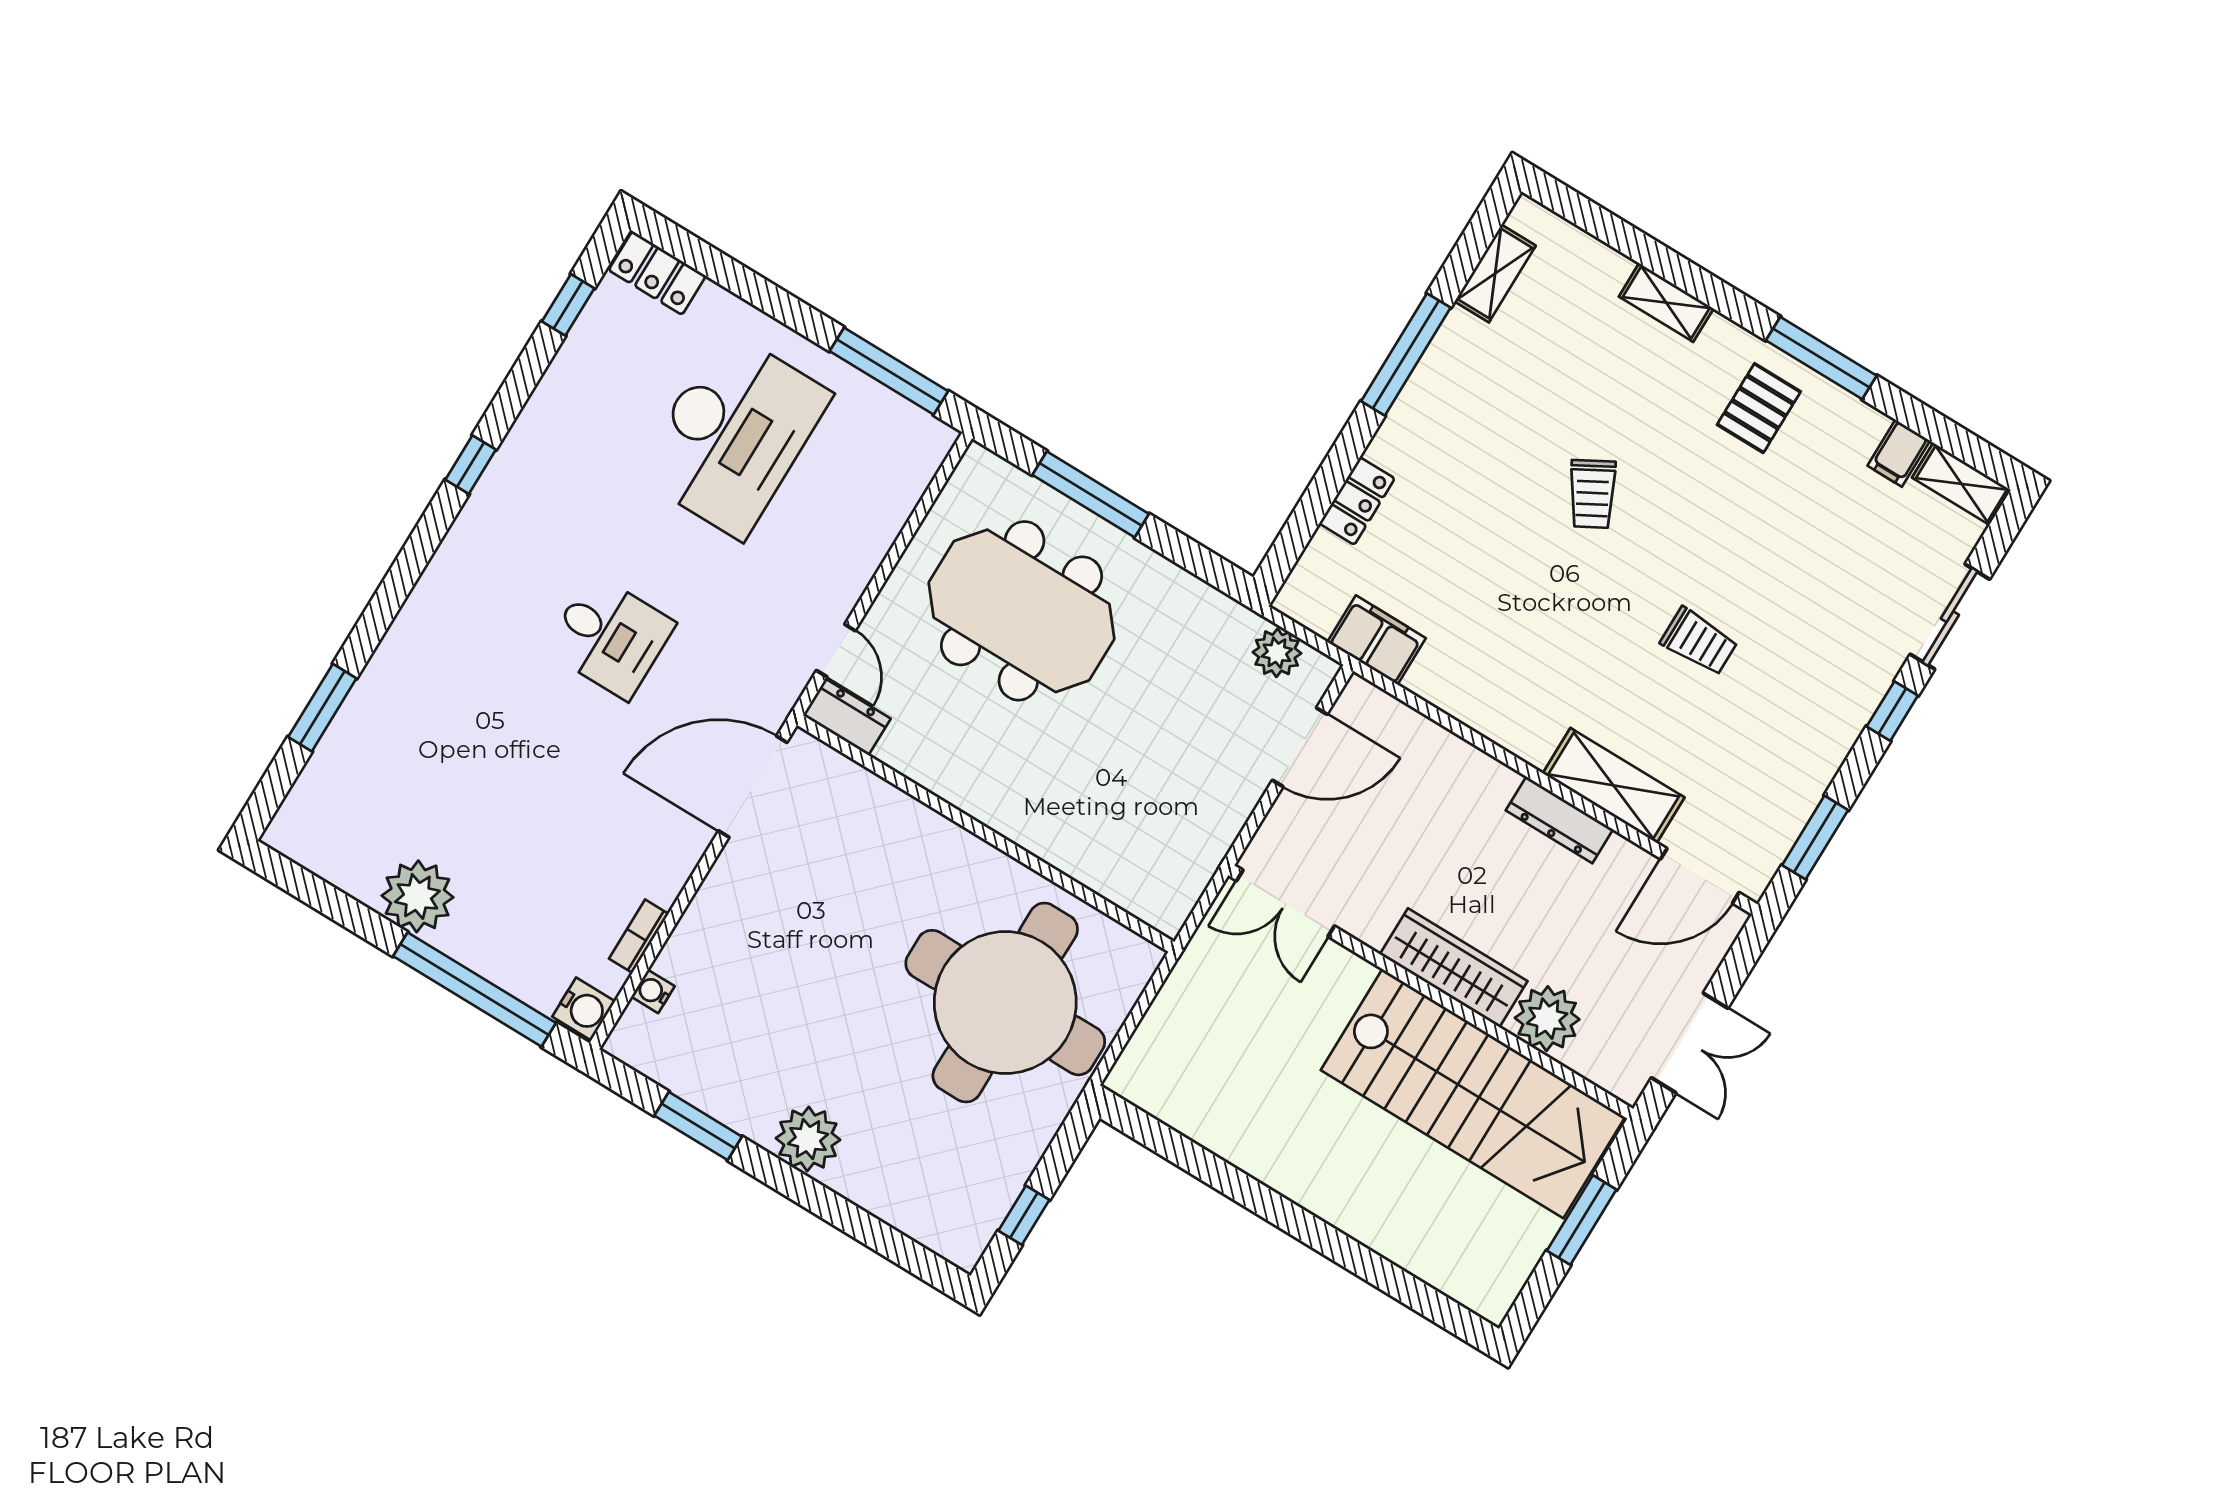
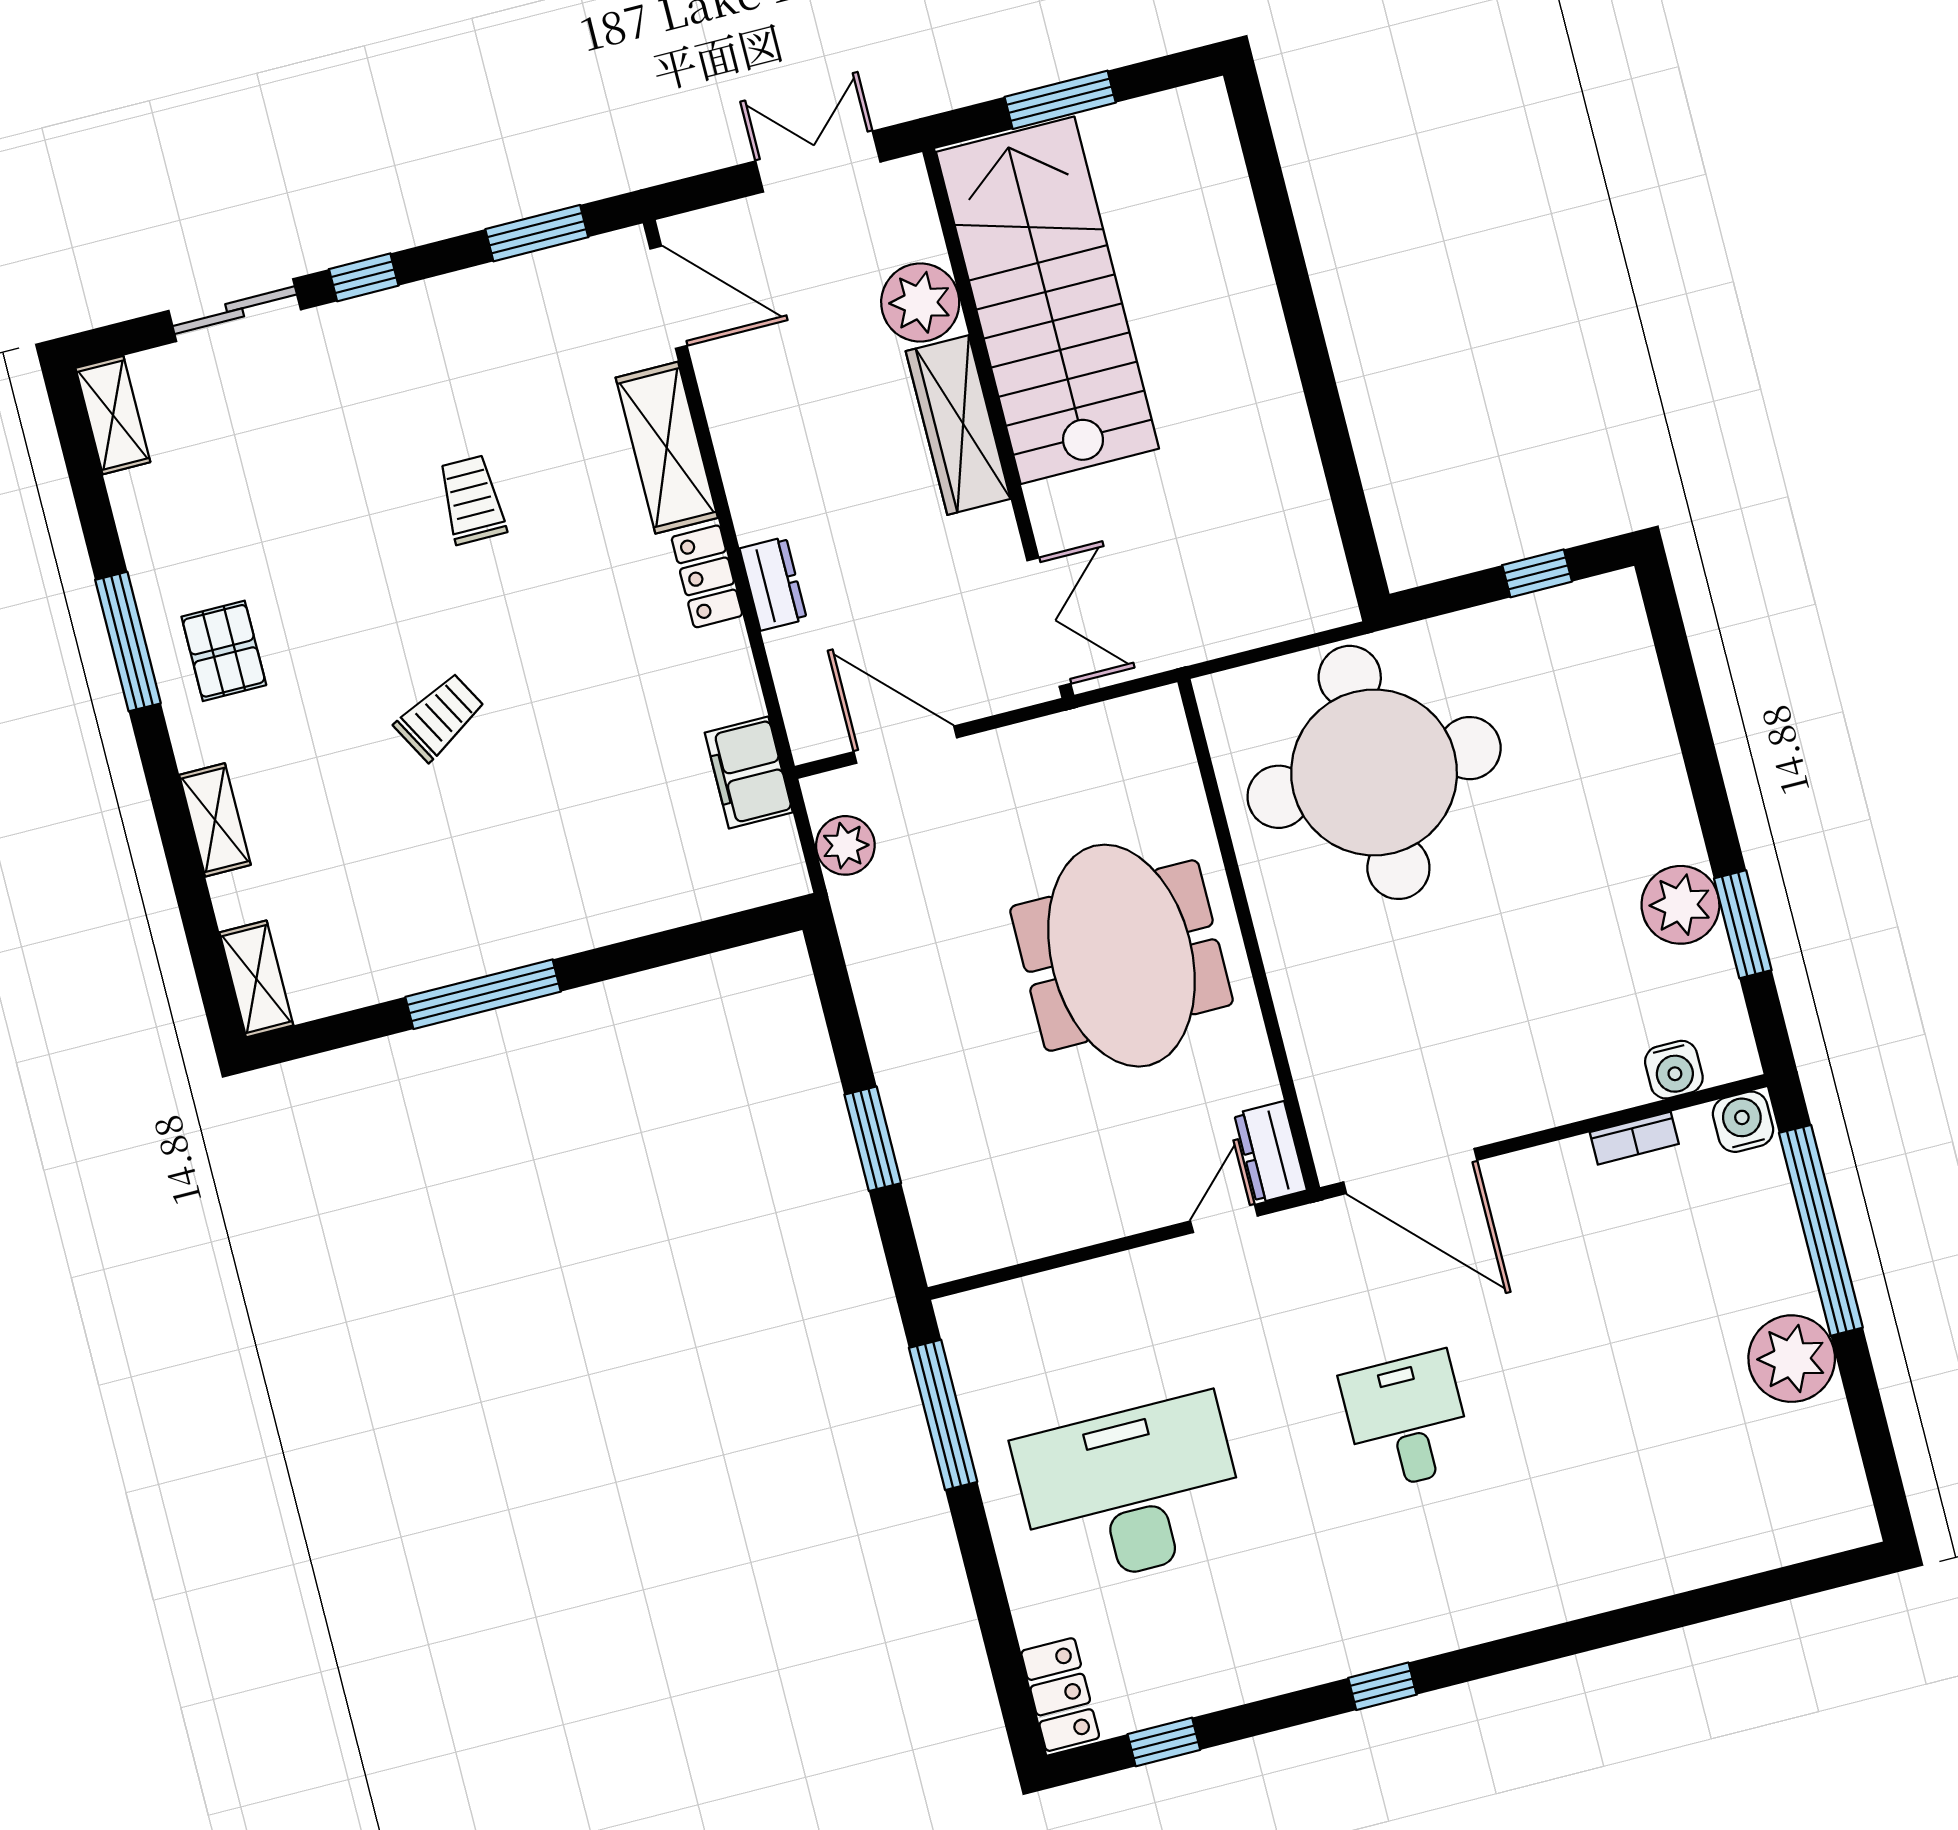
shelving: (1495, 274) -> (256, 979), moved, turned 90
pallet: (1759, 408) -> (224, 651), turned 90
filing cabinet: (1899, 453) -> (141, 494), removed
window: (1091, 494) -> (873, 1139), width x0.69
locker: (1357, 501) -> (707, 576), moved, turned -90
meeting table: (1021, 611) -> (1122, 956), moved
window: (322, 708) -> (1715, 1602), removed
dresser: (1559, 820) -> (773, 584), moved, width x0.70
water cooler: (653, 991) -> (1674, 1070), width x1.38, depth x1.38
plant: (808, 1139) -> (1680, 905), moved

